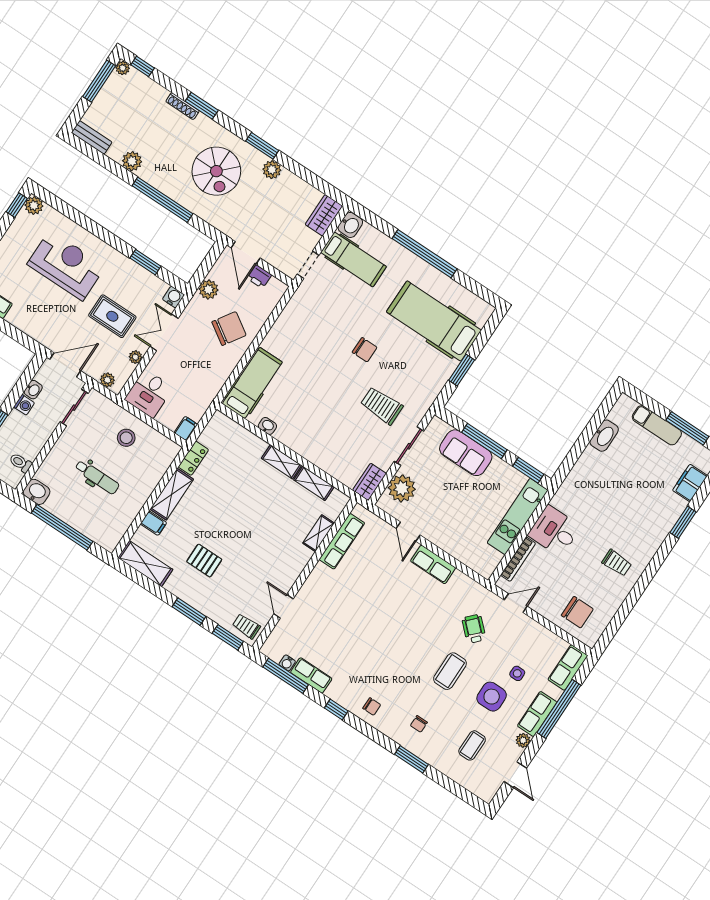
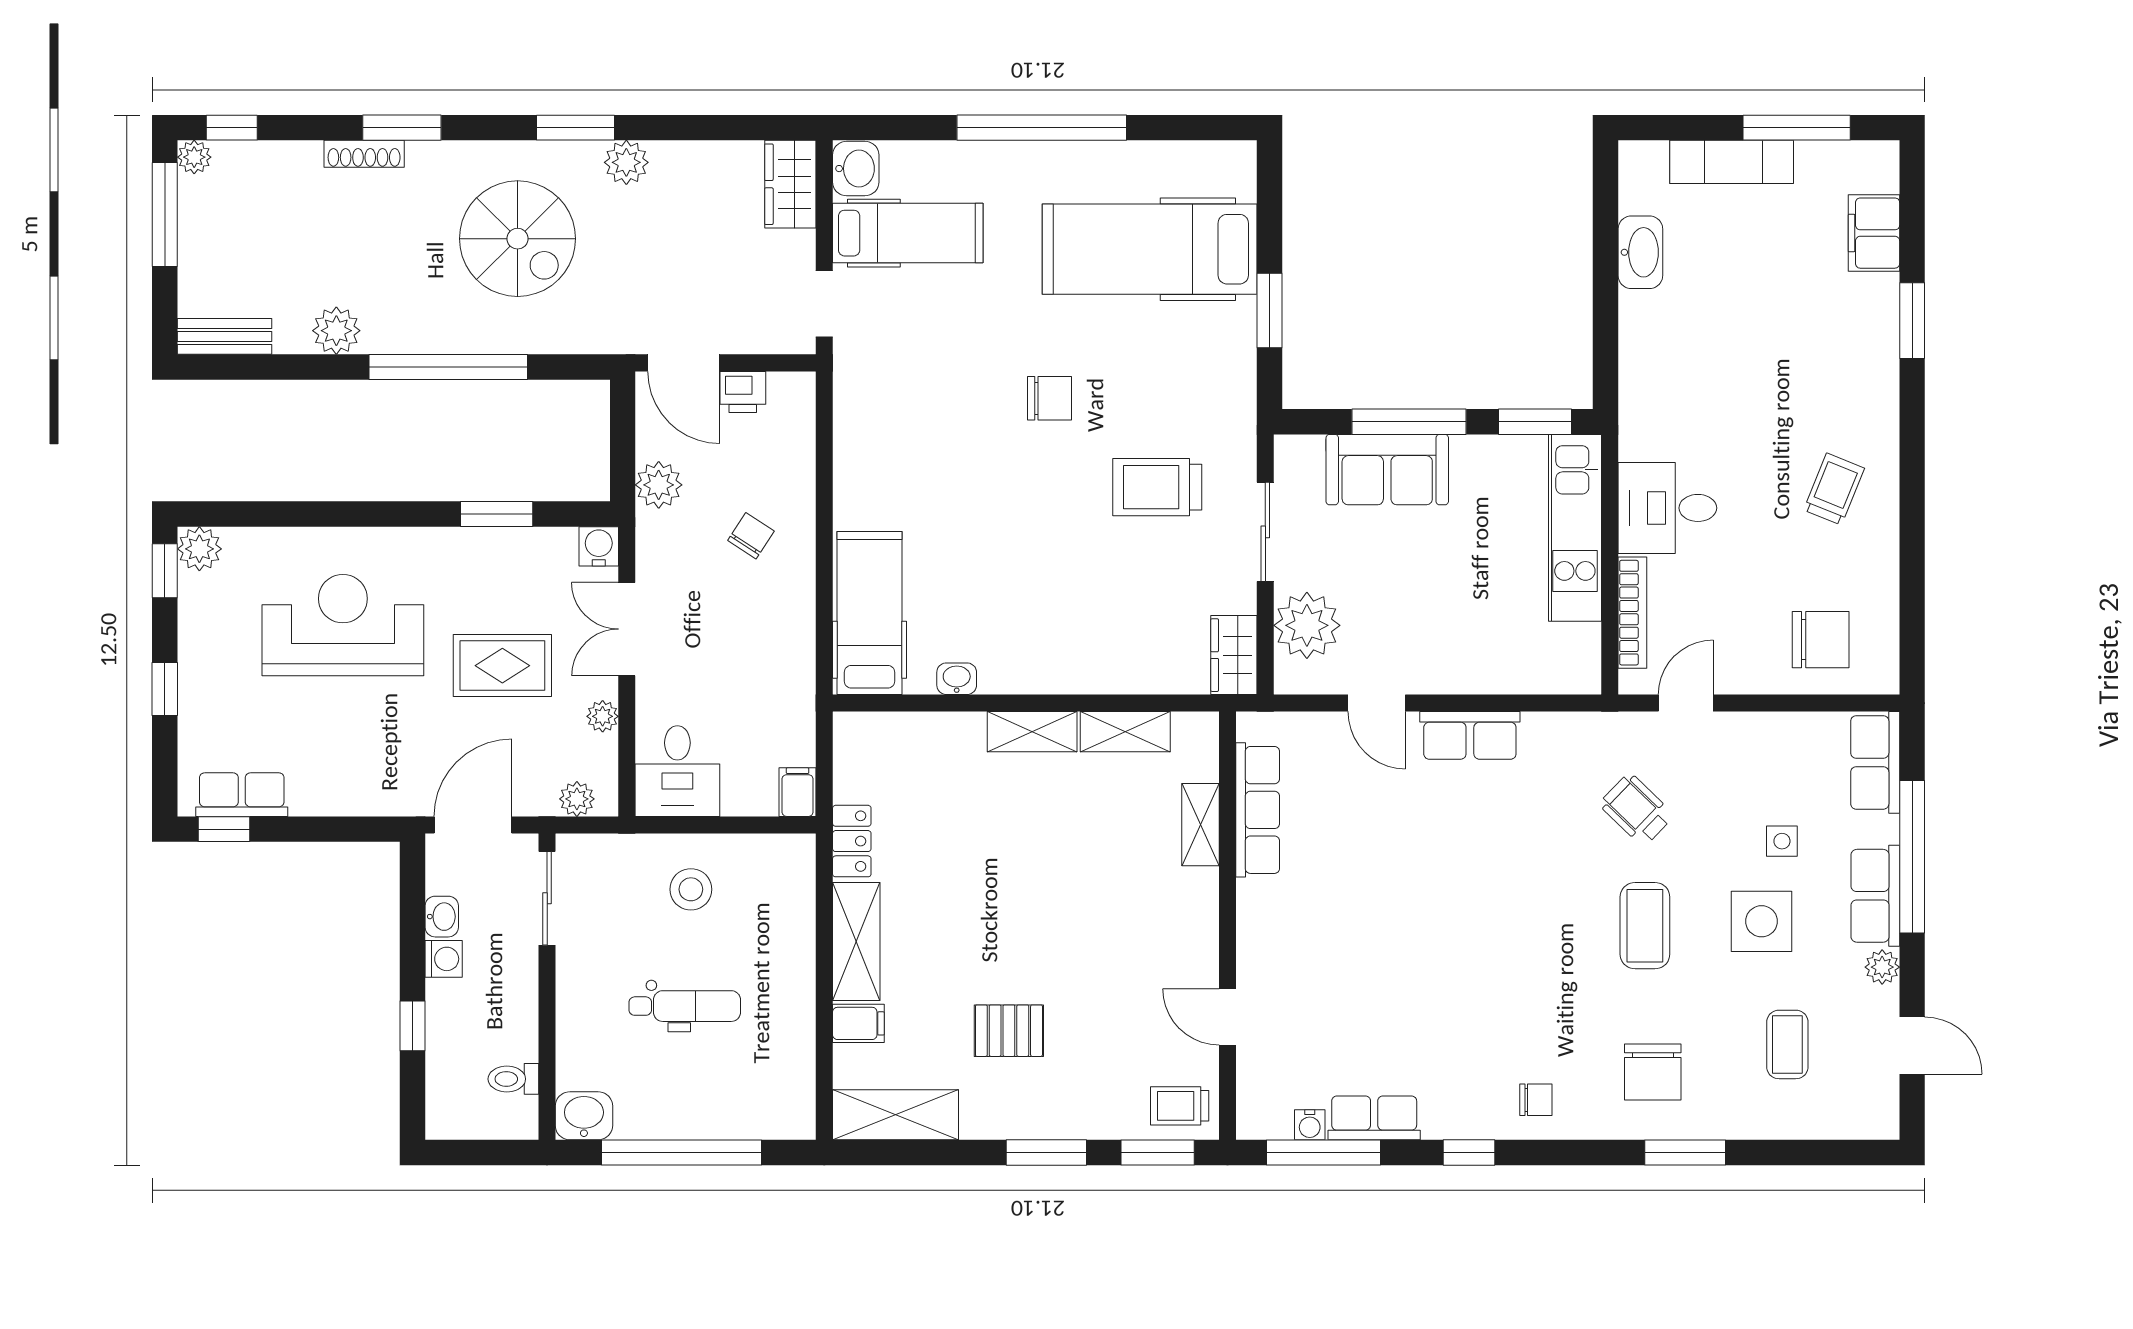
chair: (229, 329) -> (751, 536), width x0.54, depth x0.54
trolley: (617, 563) -> (1834, 489), turned -68
chair: (419, 724) -> (1653, 1072), width x1.87, depth x1.87

